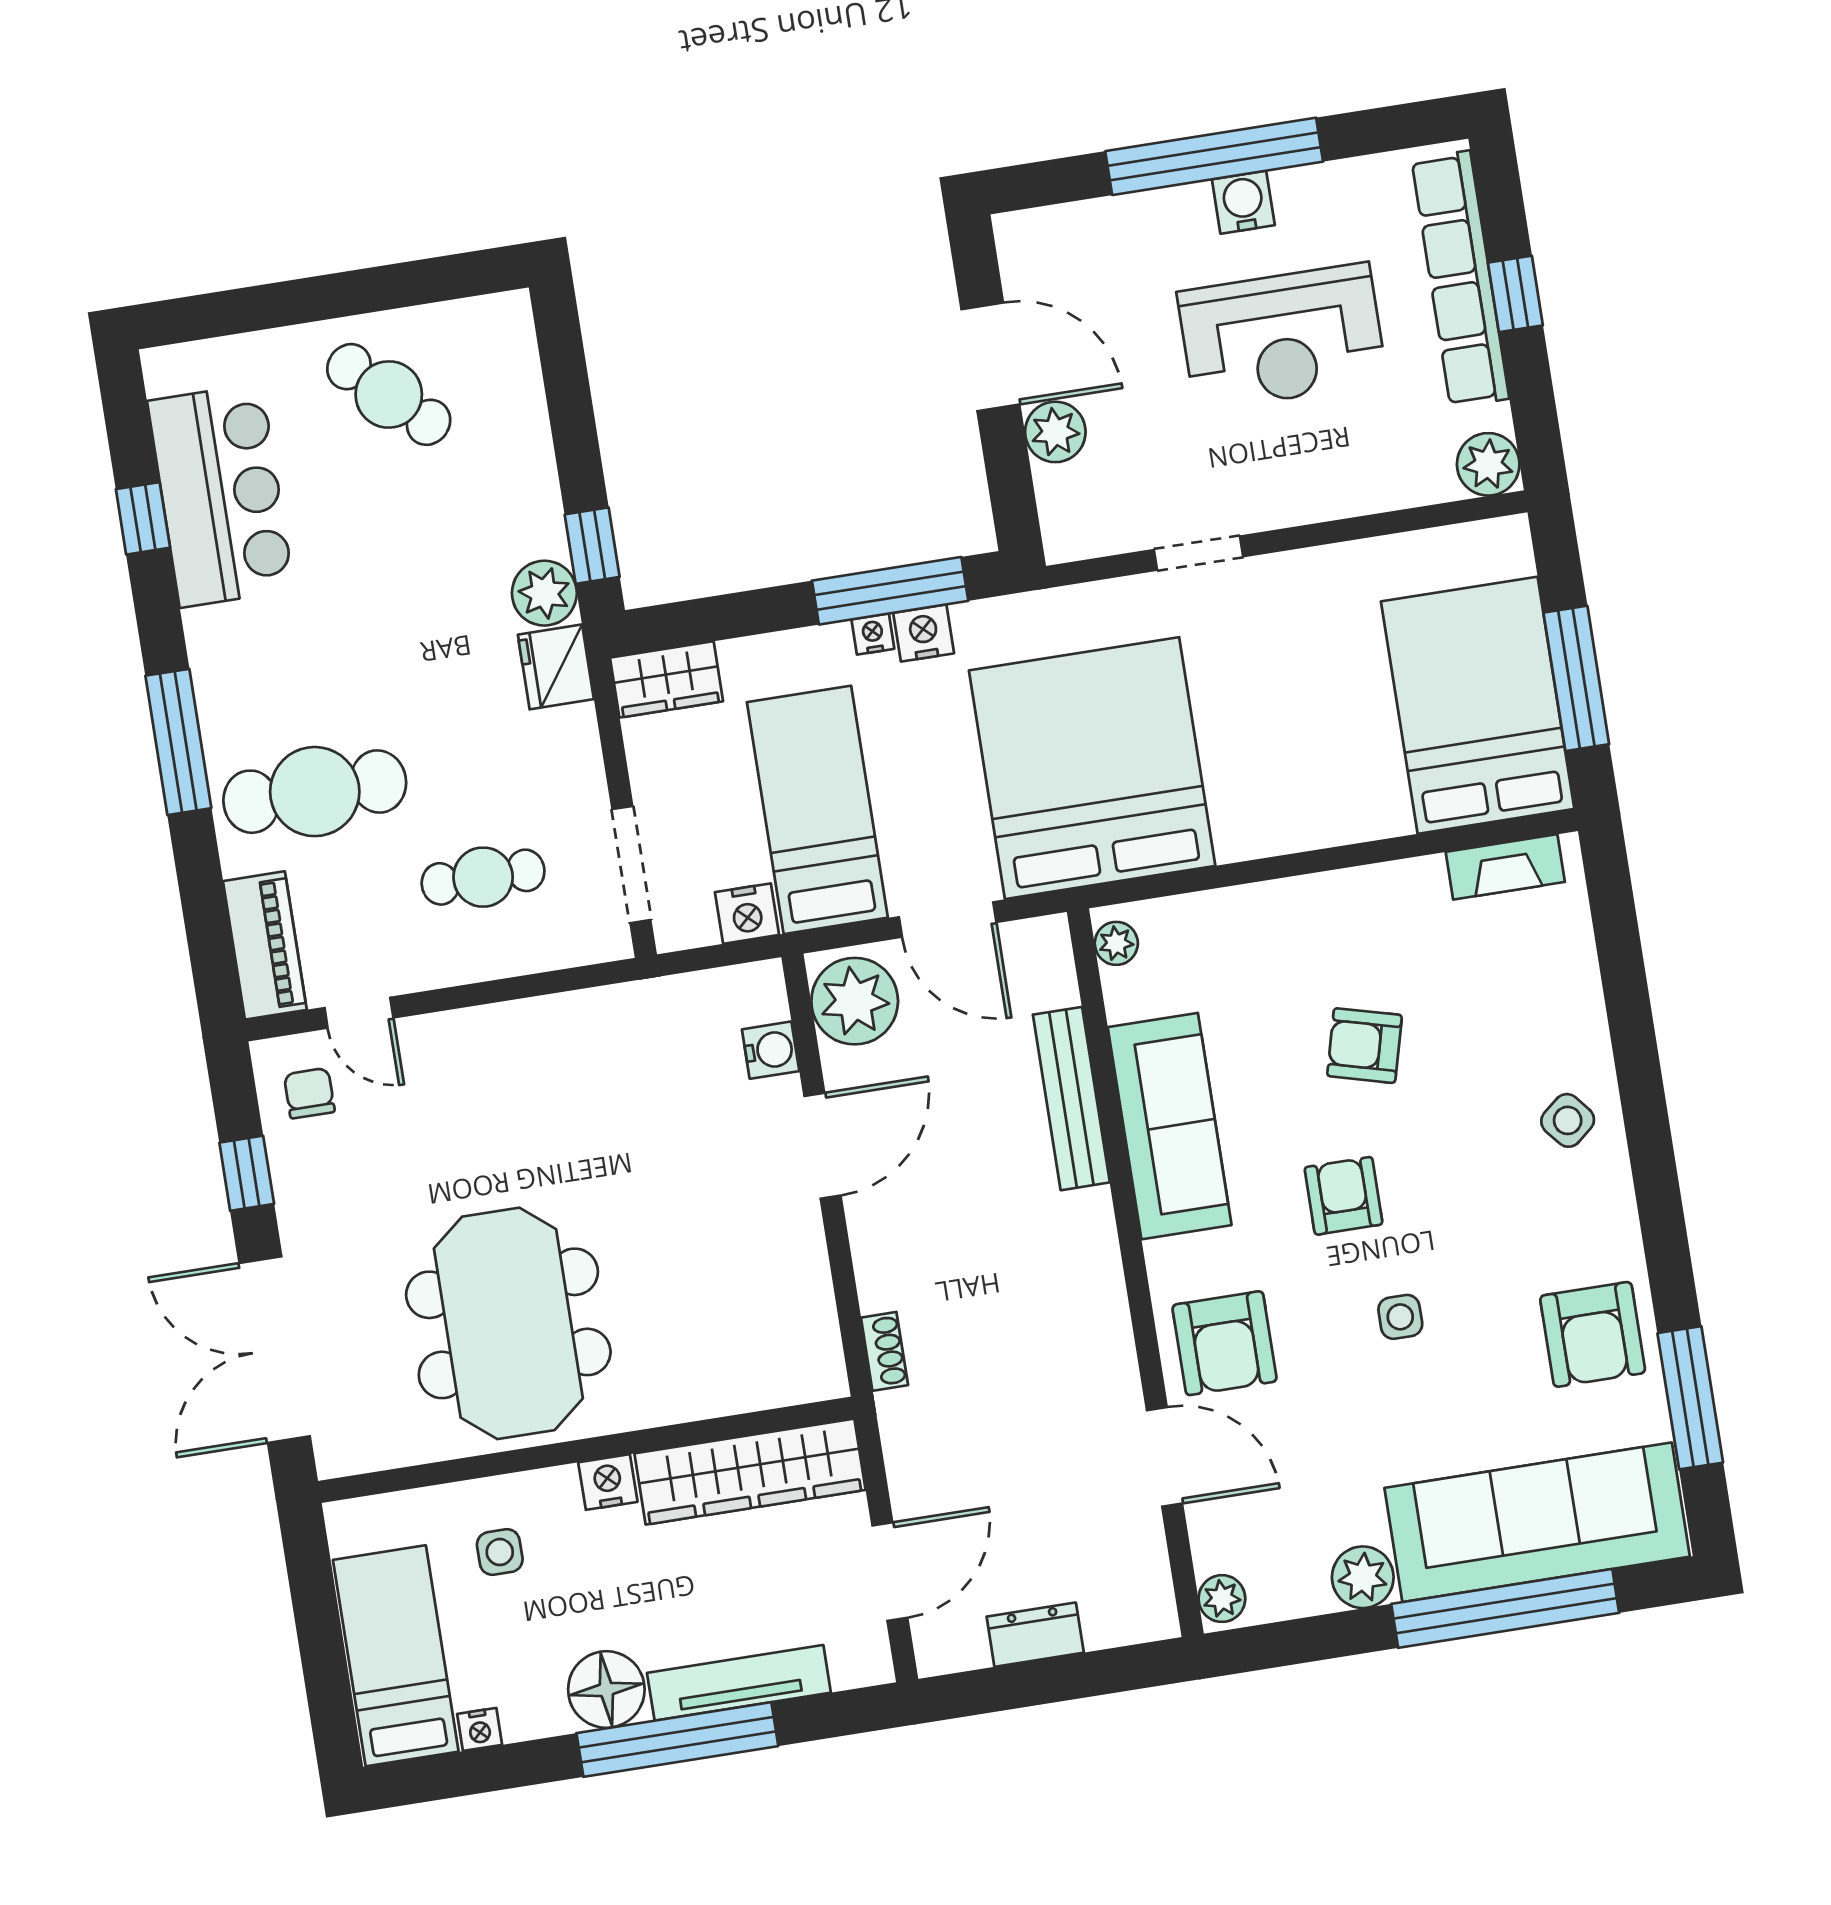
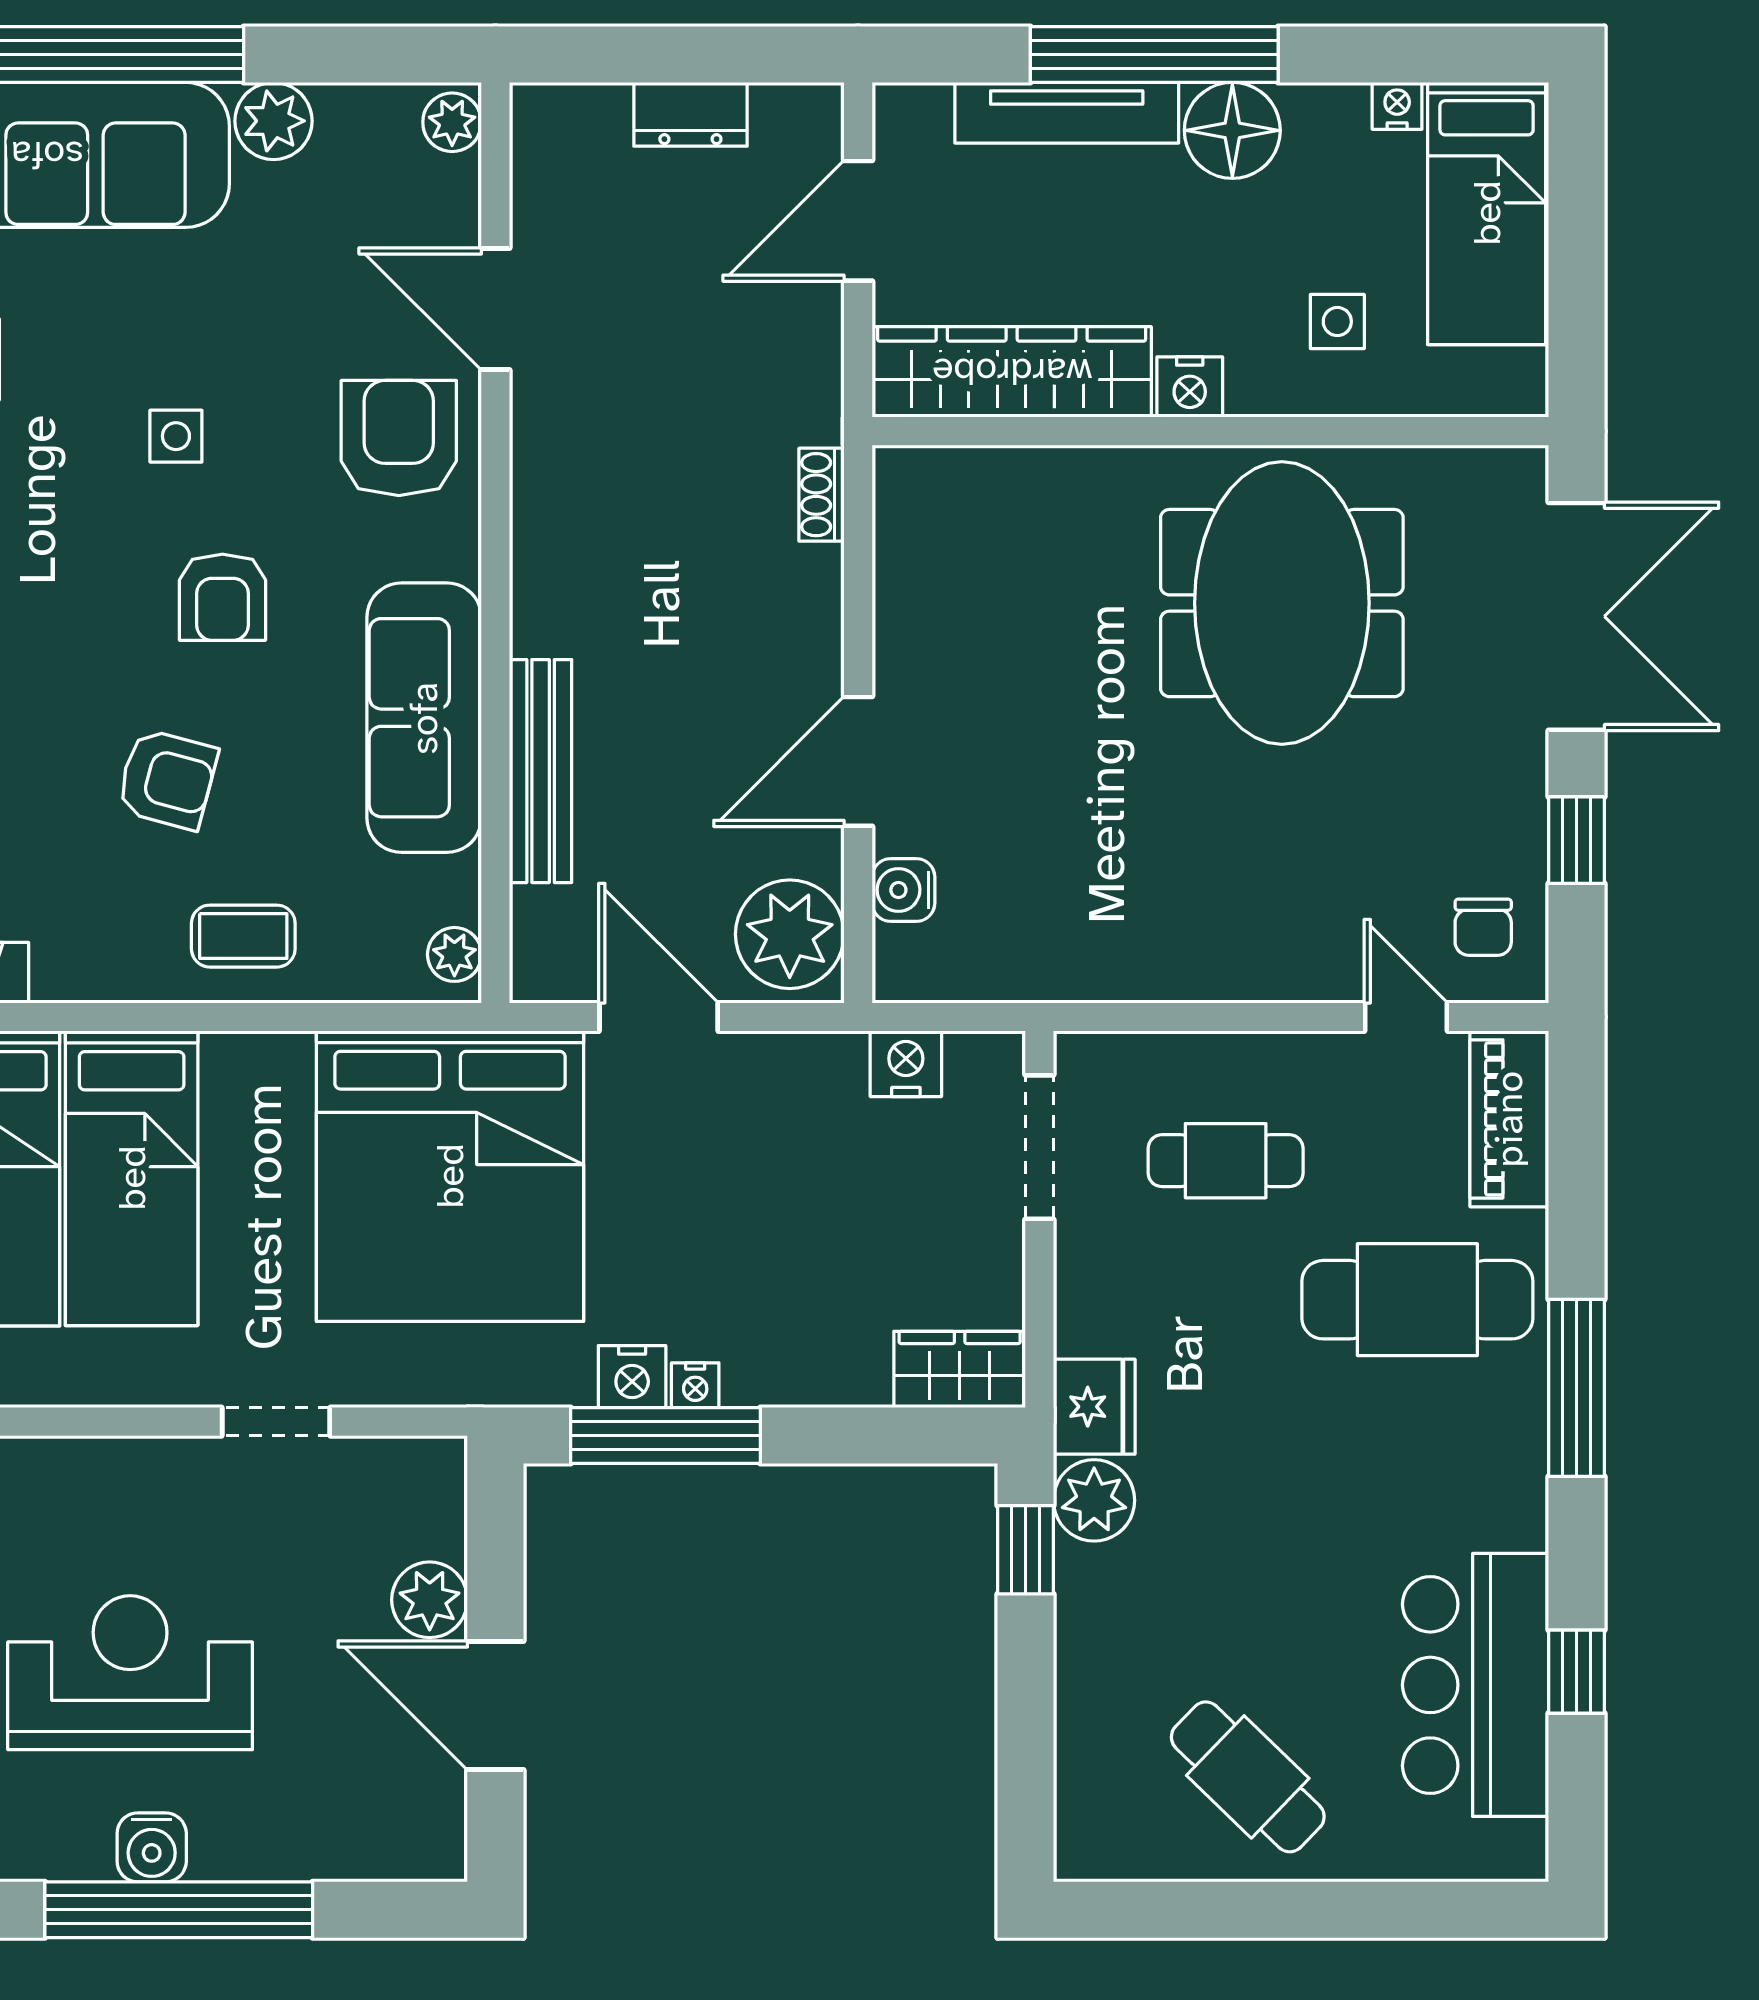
bed: (817, 810) -> (132, 1178), moved
coffee table: (1285, 931) -> (243, 936), added

